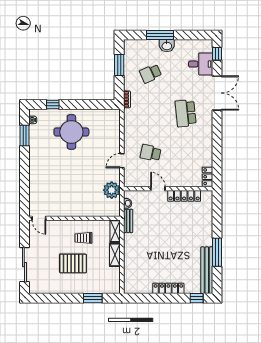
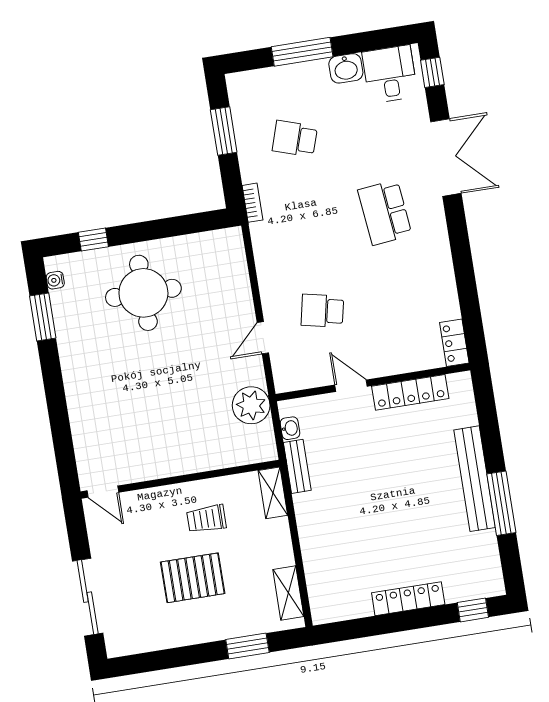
washbasin: (167, 46) -> (346, 68), moved
desk: (201, 64) -> (390, 74), moved, turned -90
school desk: (151, 74) -> (295, 139), turned 42
shelving: (115, 255) -> (288, 593), moved
bench: (207, 270) -> (475, 479), moved

